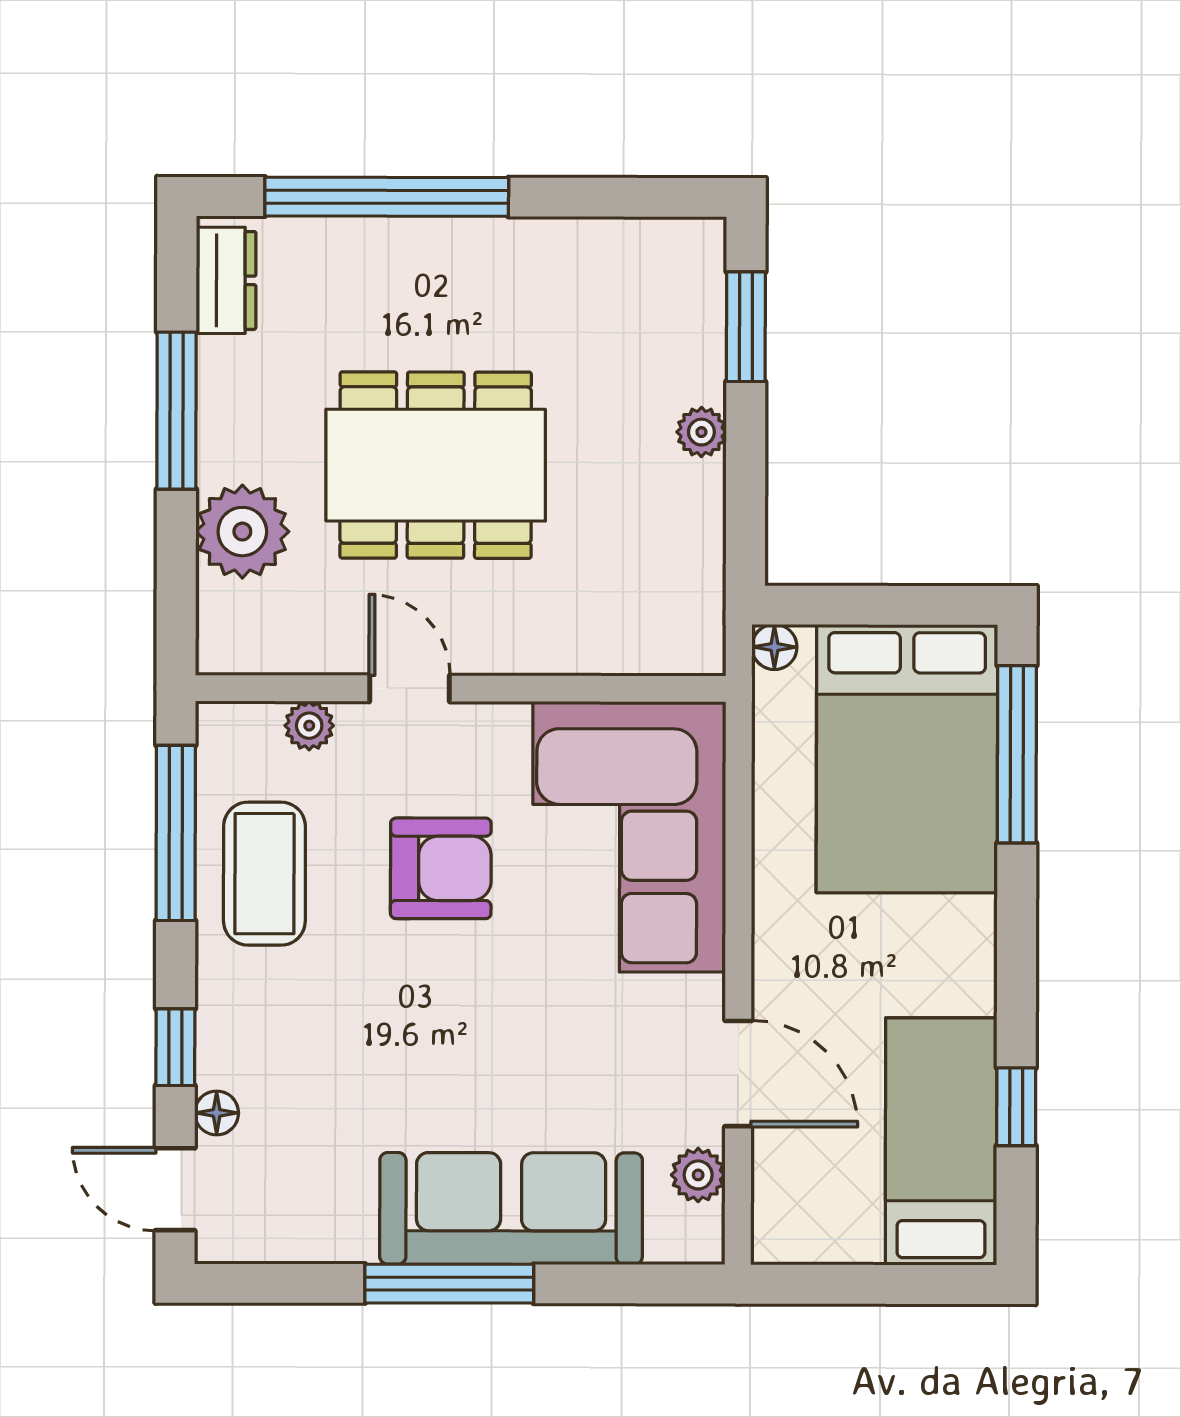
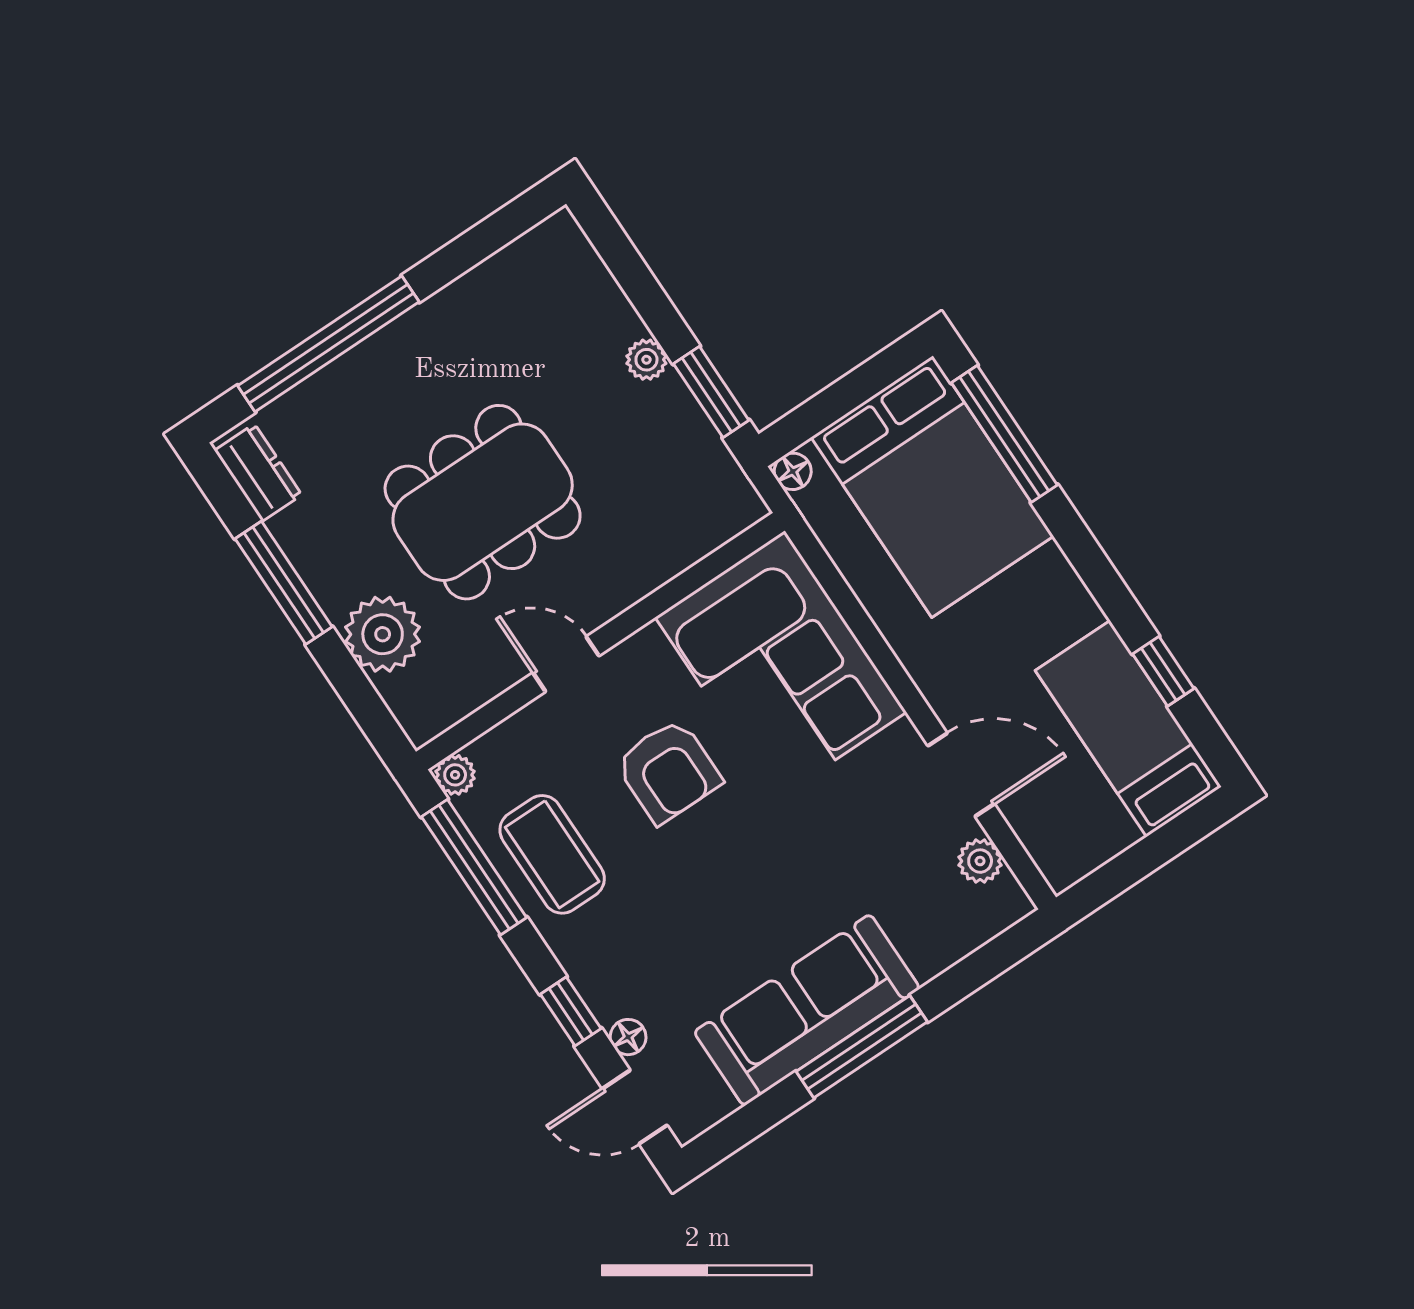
window: (746, 327) -> (711, 392), moved
plant: (309, 726) -> (455, 775), moved
armchair: (441, 868) -> (668, 771), turned 90
sofa: (511, 1209) -> (807, 1010), moved

